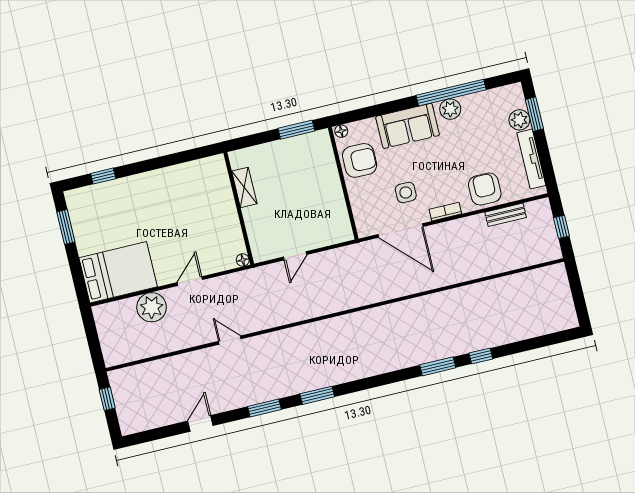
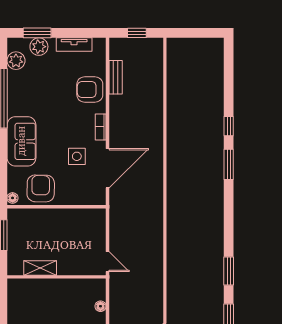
plant: (450, 109) -> (16, 61), moved
tv unit: (531, 159) -> (74, 45), width x0.71
shelving: (244, 187) -> (40, 268), moved
wall: (239, 208) -> (57, 277), moved

